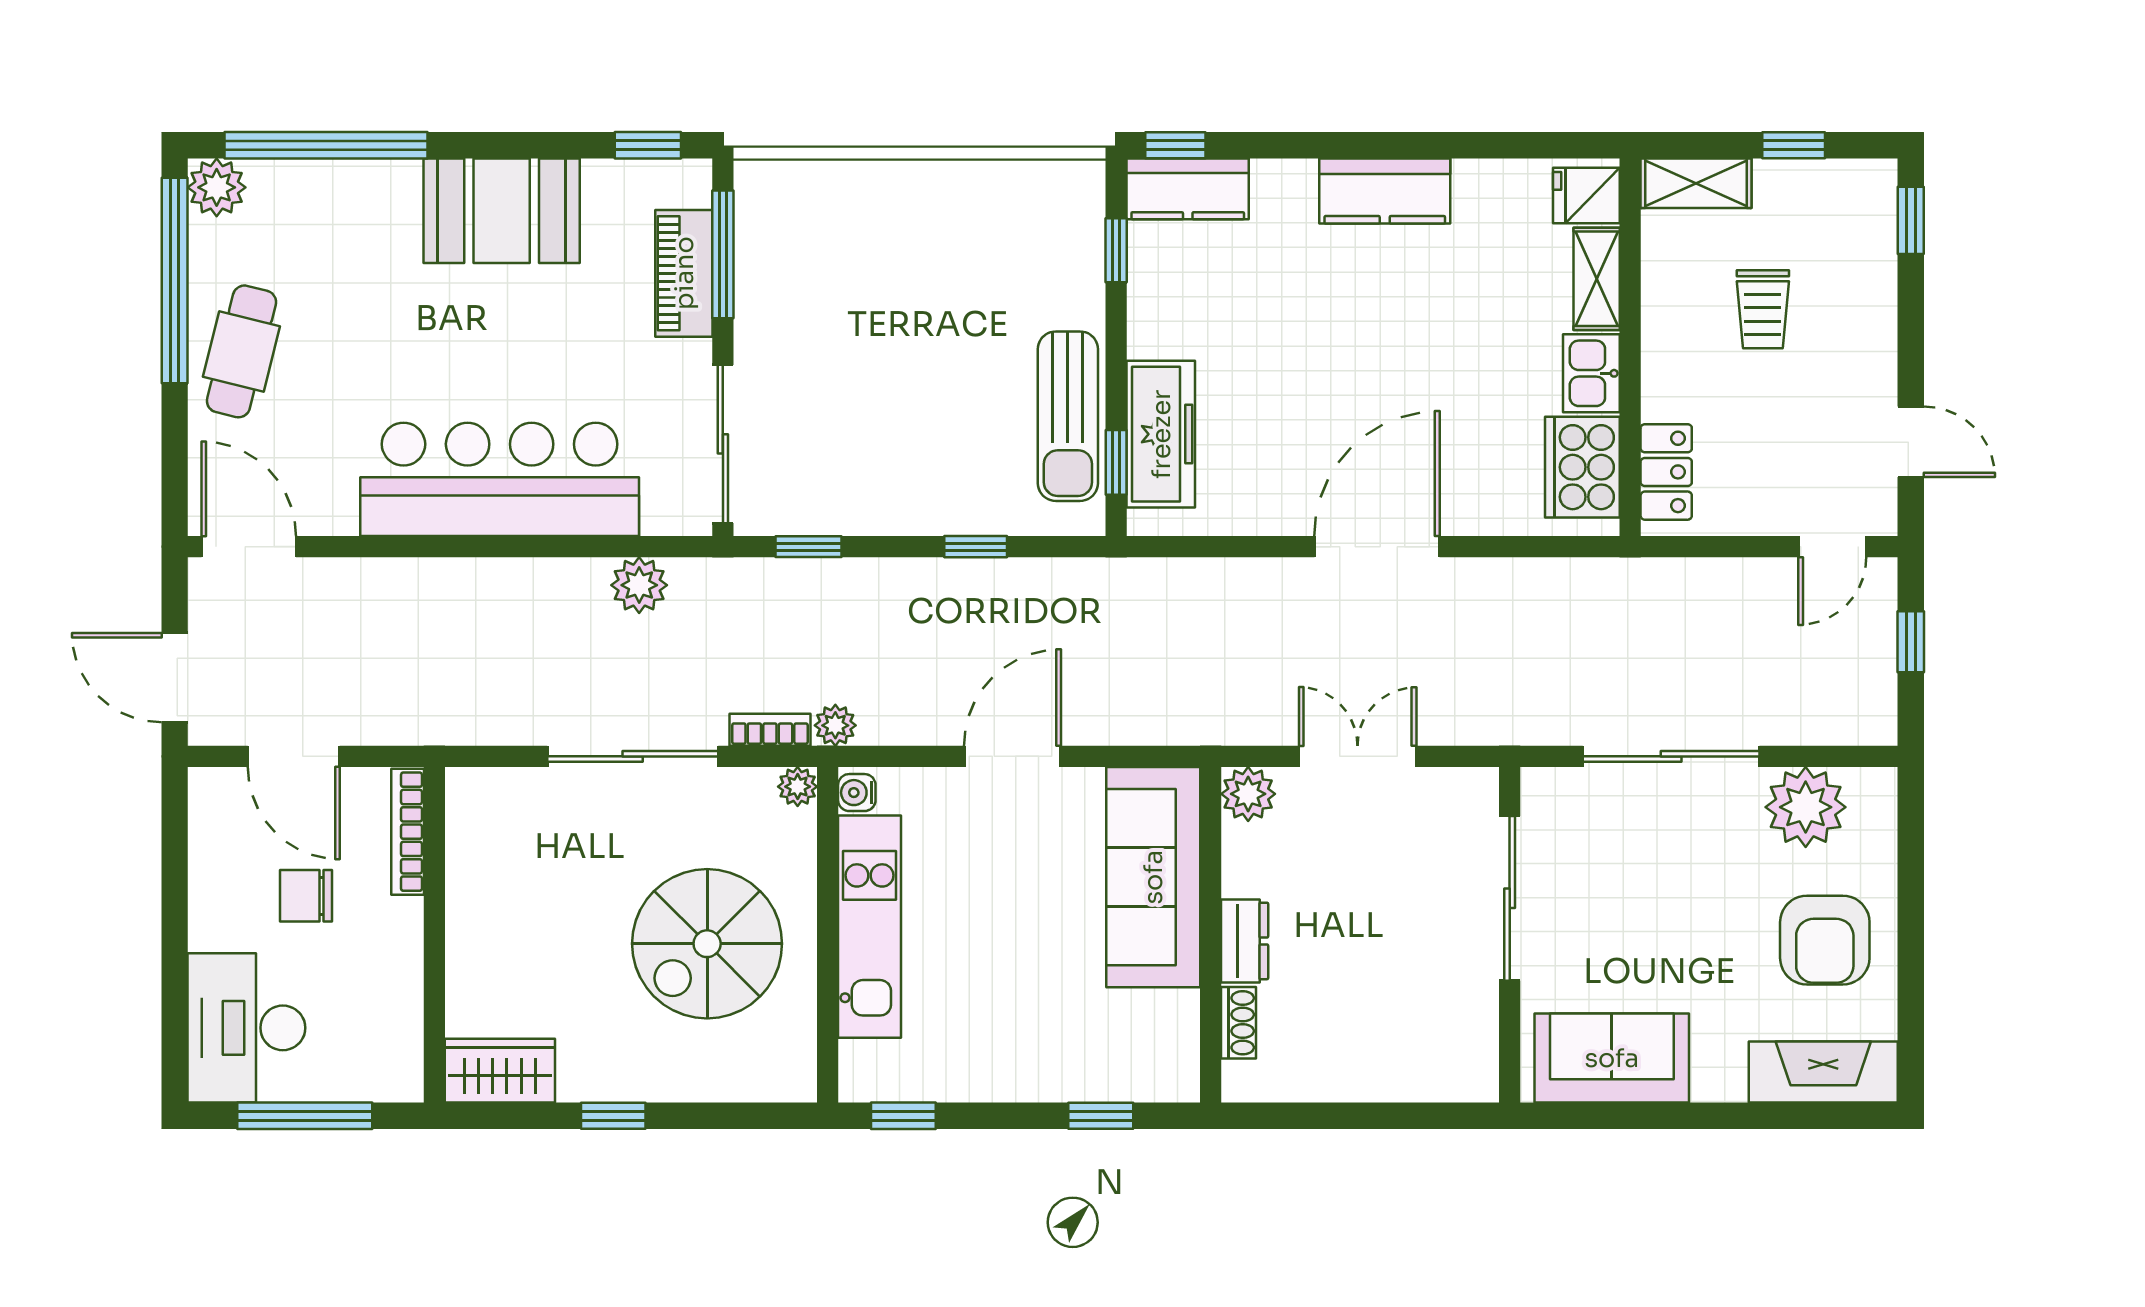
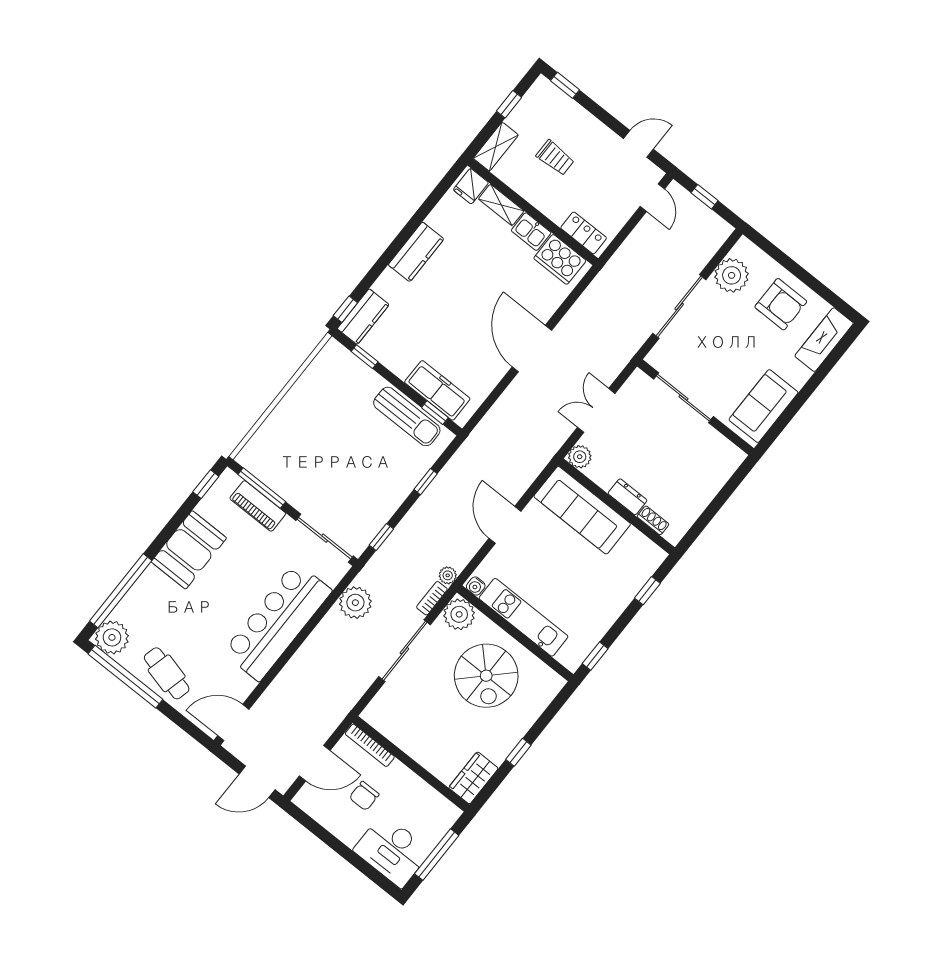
plant: (217, 187) -> (112, 637), width x1.36, depth x1.36
plant: (639, 585) -> (355, 603), width x1.36, depth x1.36
plant: (798, 787) -> (459, 614), width x1.88, depth x1.88

